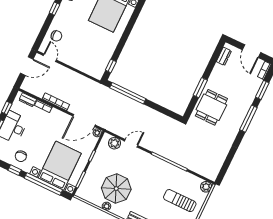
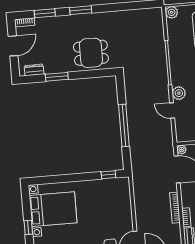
window: (200, 88) -> (57, 77), moved
window: (128, 93) -> (124, 125), moved
window: (248, 119) -> (81, 10), width x0.69
plant: (114, 143) -> (179, 93), moved

